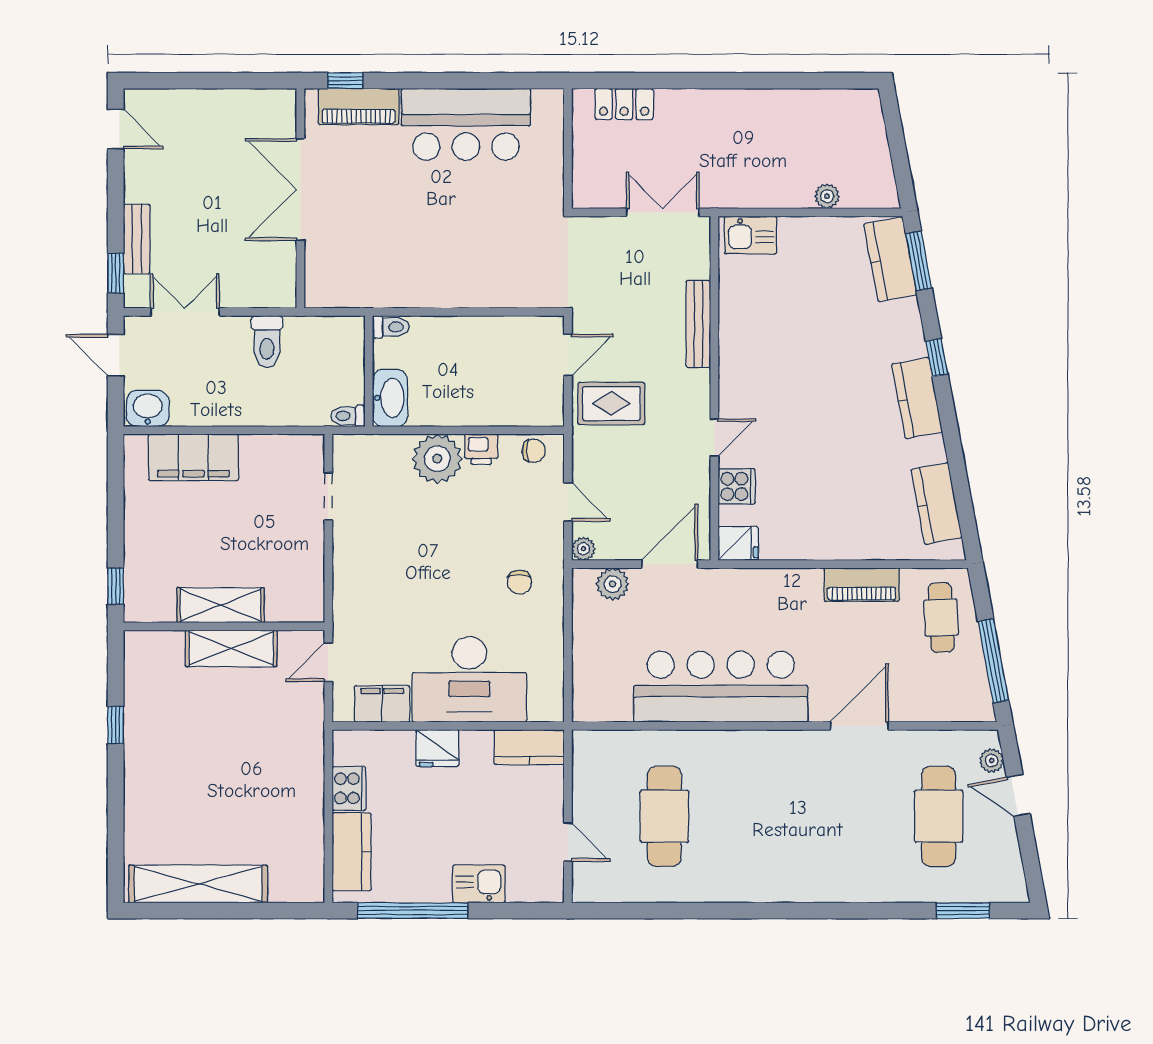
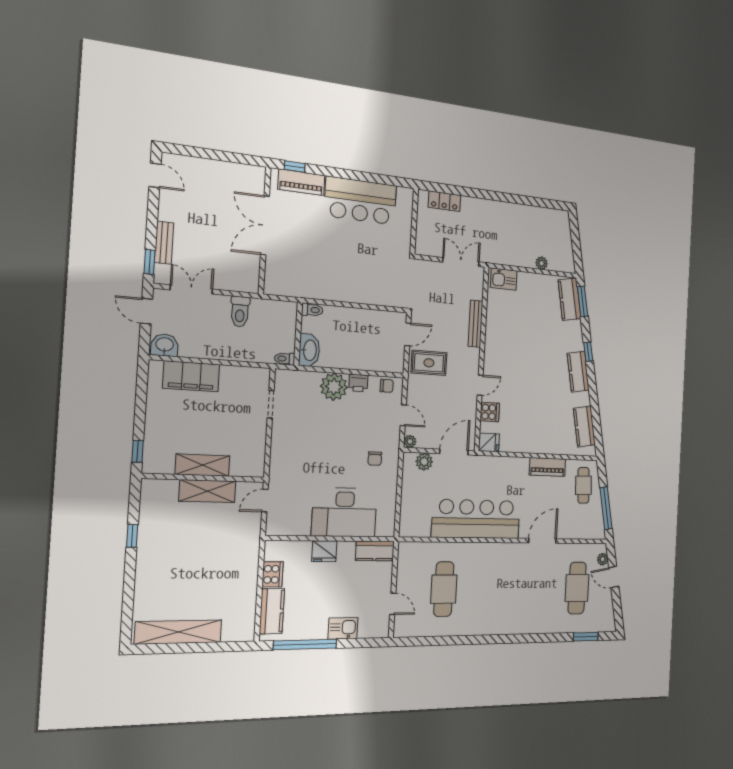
filing cabinet: (382, 704) -> (295, 525), removed

